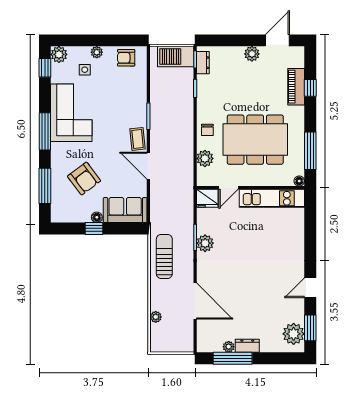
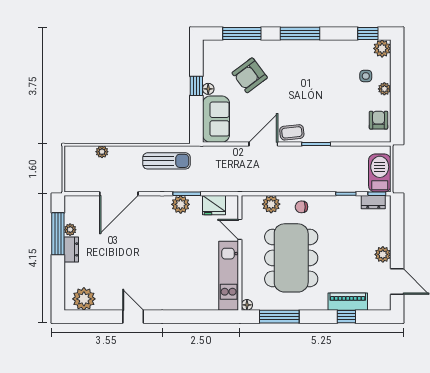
corner sofa: (71, 113) -> (320, 62), removed
fridge: (207, 198) -> (214, 205), moved, turned -90
window: (310, 328) -> (90, 317), removed

